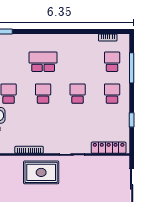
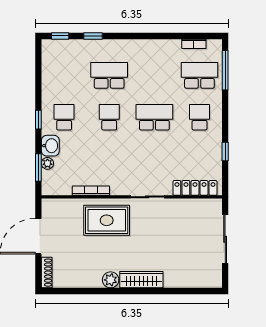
window: (31, 32) -> (93, 36), added
school desk: (112, 62) -> (199, 75), width x1.85
window: (132, 68) -> (225, 70), moved
school desk: (78, 94) -> (154, 117), width x1.85

